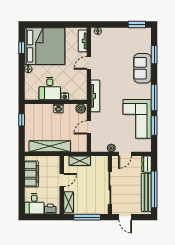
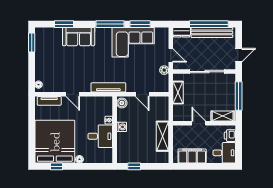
shelving: (50, 146) -> (162, 136), width x0.68
shelving: (80, 161) -> (178, 93), moved

